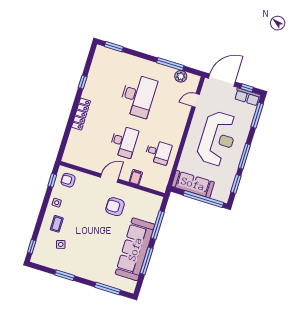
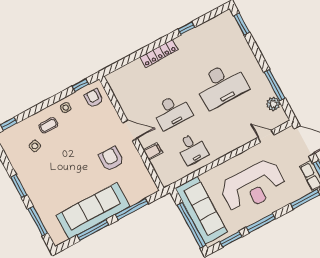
sofa: (193, 184) -> (201, 210), width x1.36, depth x1.27
window: (65, 275) -> (19, 186), moved

